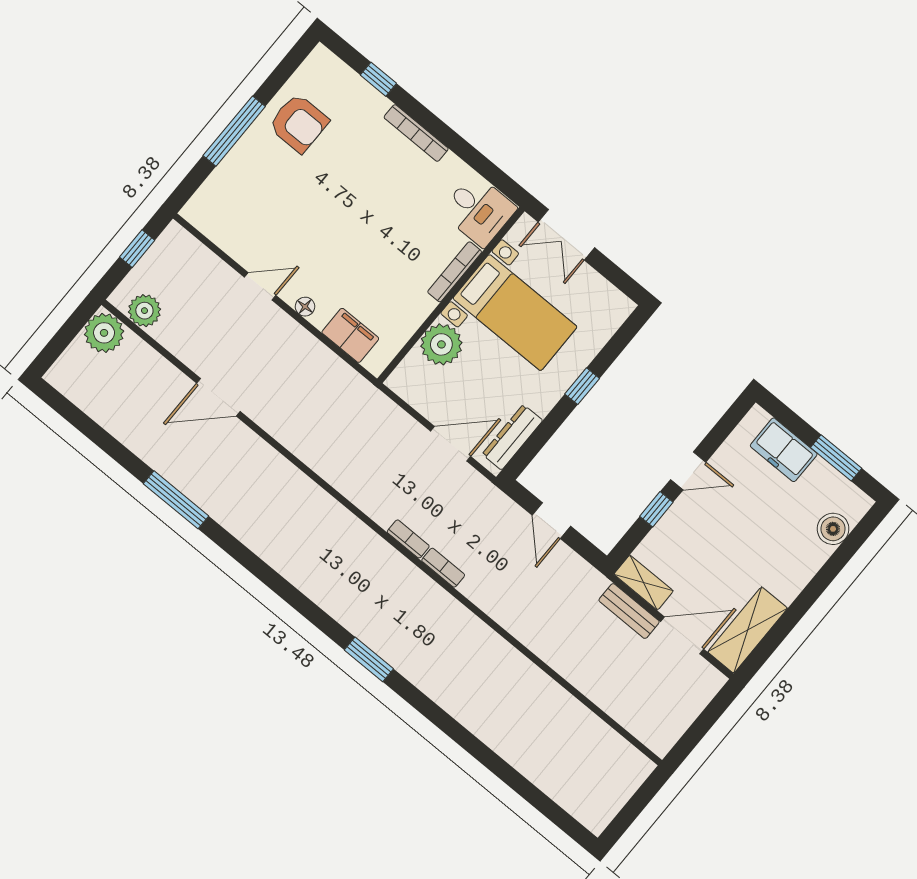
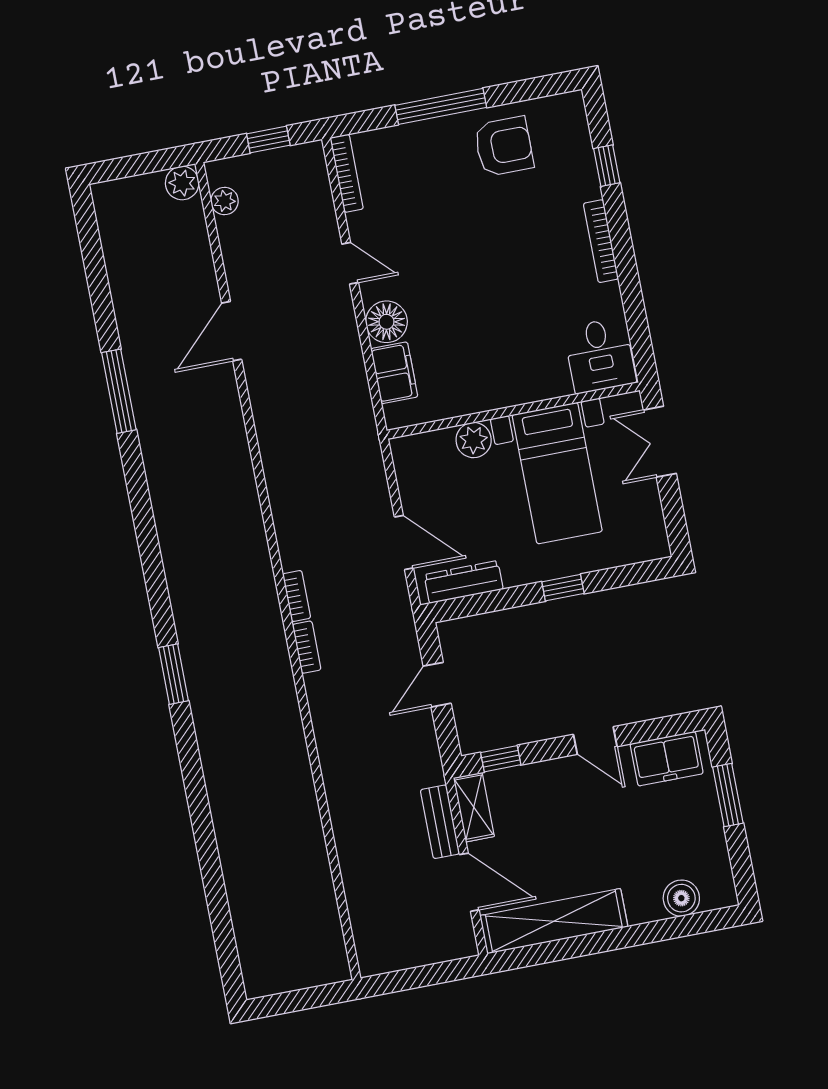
armchair: (299, 123) -> (504, 146), turned -90
bookcase: (455, 272) -> (347, 173), moved, turned 90
floor lamp: (305, 307) -> (386, 322), width x1.89, depth x1.89
plant: (144, 311) -> (225, 201), width x0.73, depth x0.73
plant: (104, 333) -> (182, 183), width x0.73, depth x0.73
plant: (441, 344) -> (474, 440), width x0.73, depth x0.73
door: (218, 397) -> (232, 331), hinge flipped
freezer: (784, 450) -> (667, 759), moved, turned -90
window: (836, 458) -> (728, 795), moved
window: (656, 509) -> (501, 759), moved
shelving: (748, 630) -> (554, 921), width x1.47

